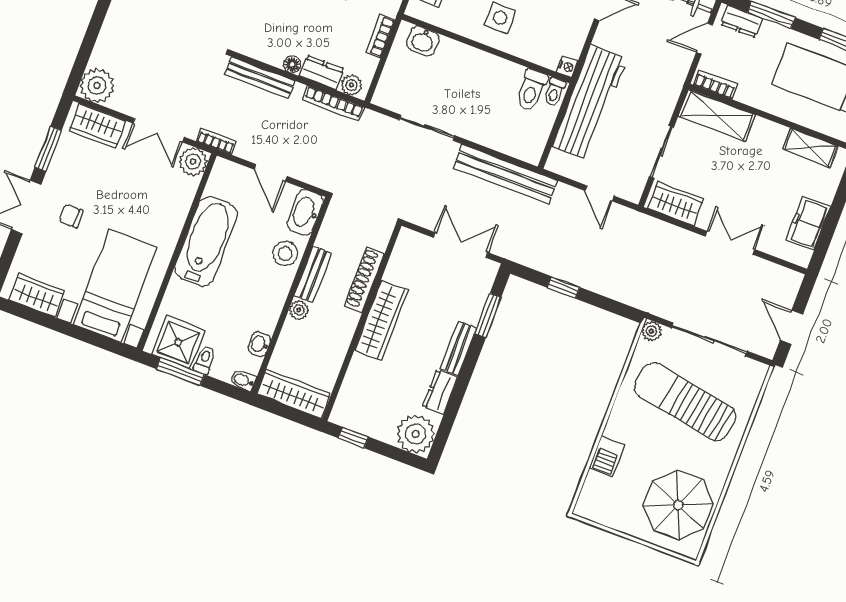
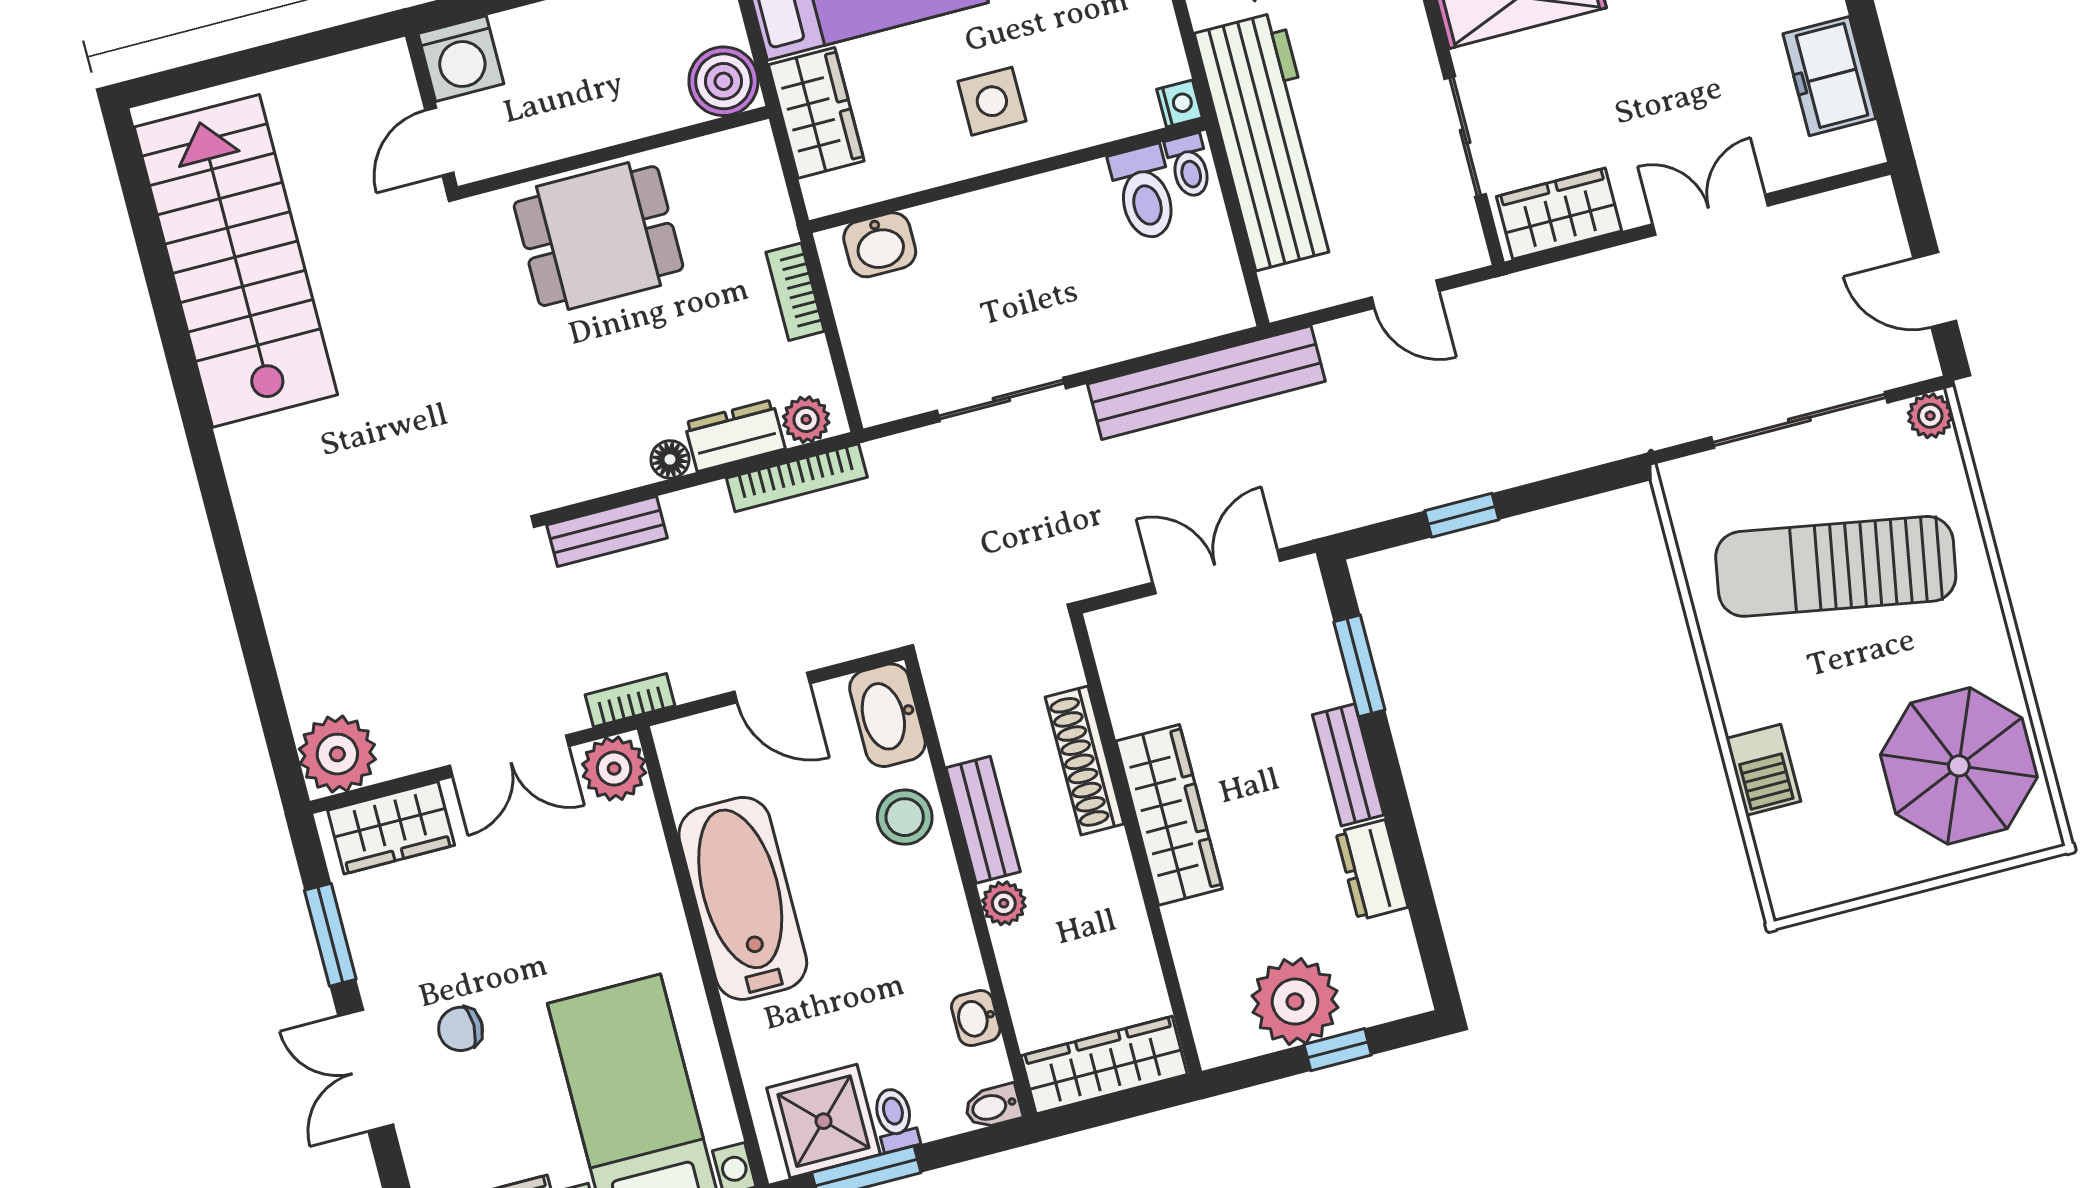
bench: (260, 78) -> (607, 531), width x0.73
plant: (651, 331) -> (1930, 416), moved
plant: (416, 434) -> (1295, 1002), moved
window: (353, 437) -> (1338, 1050), moved

